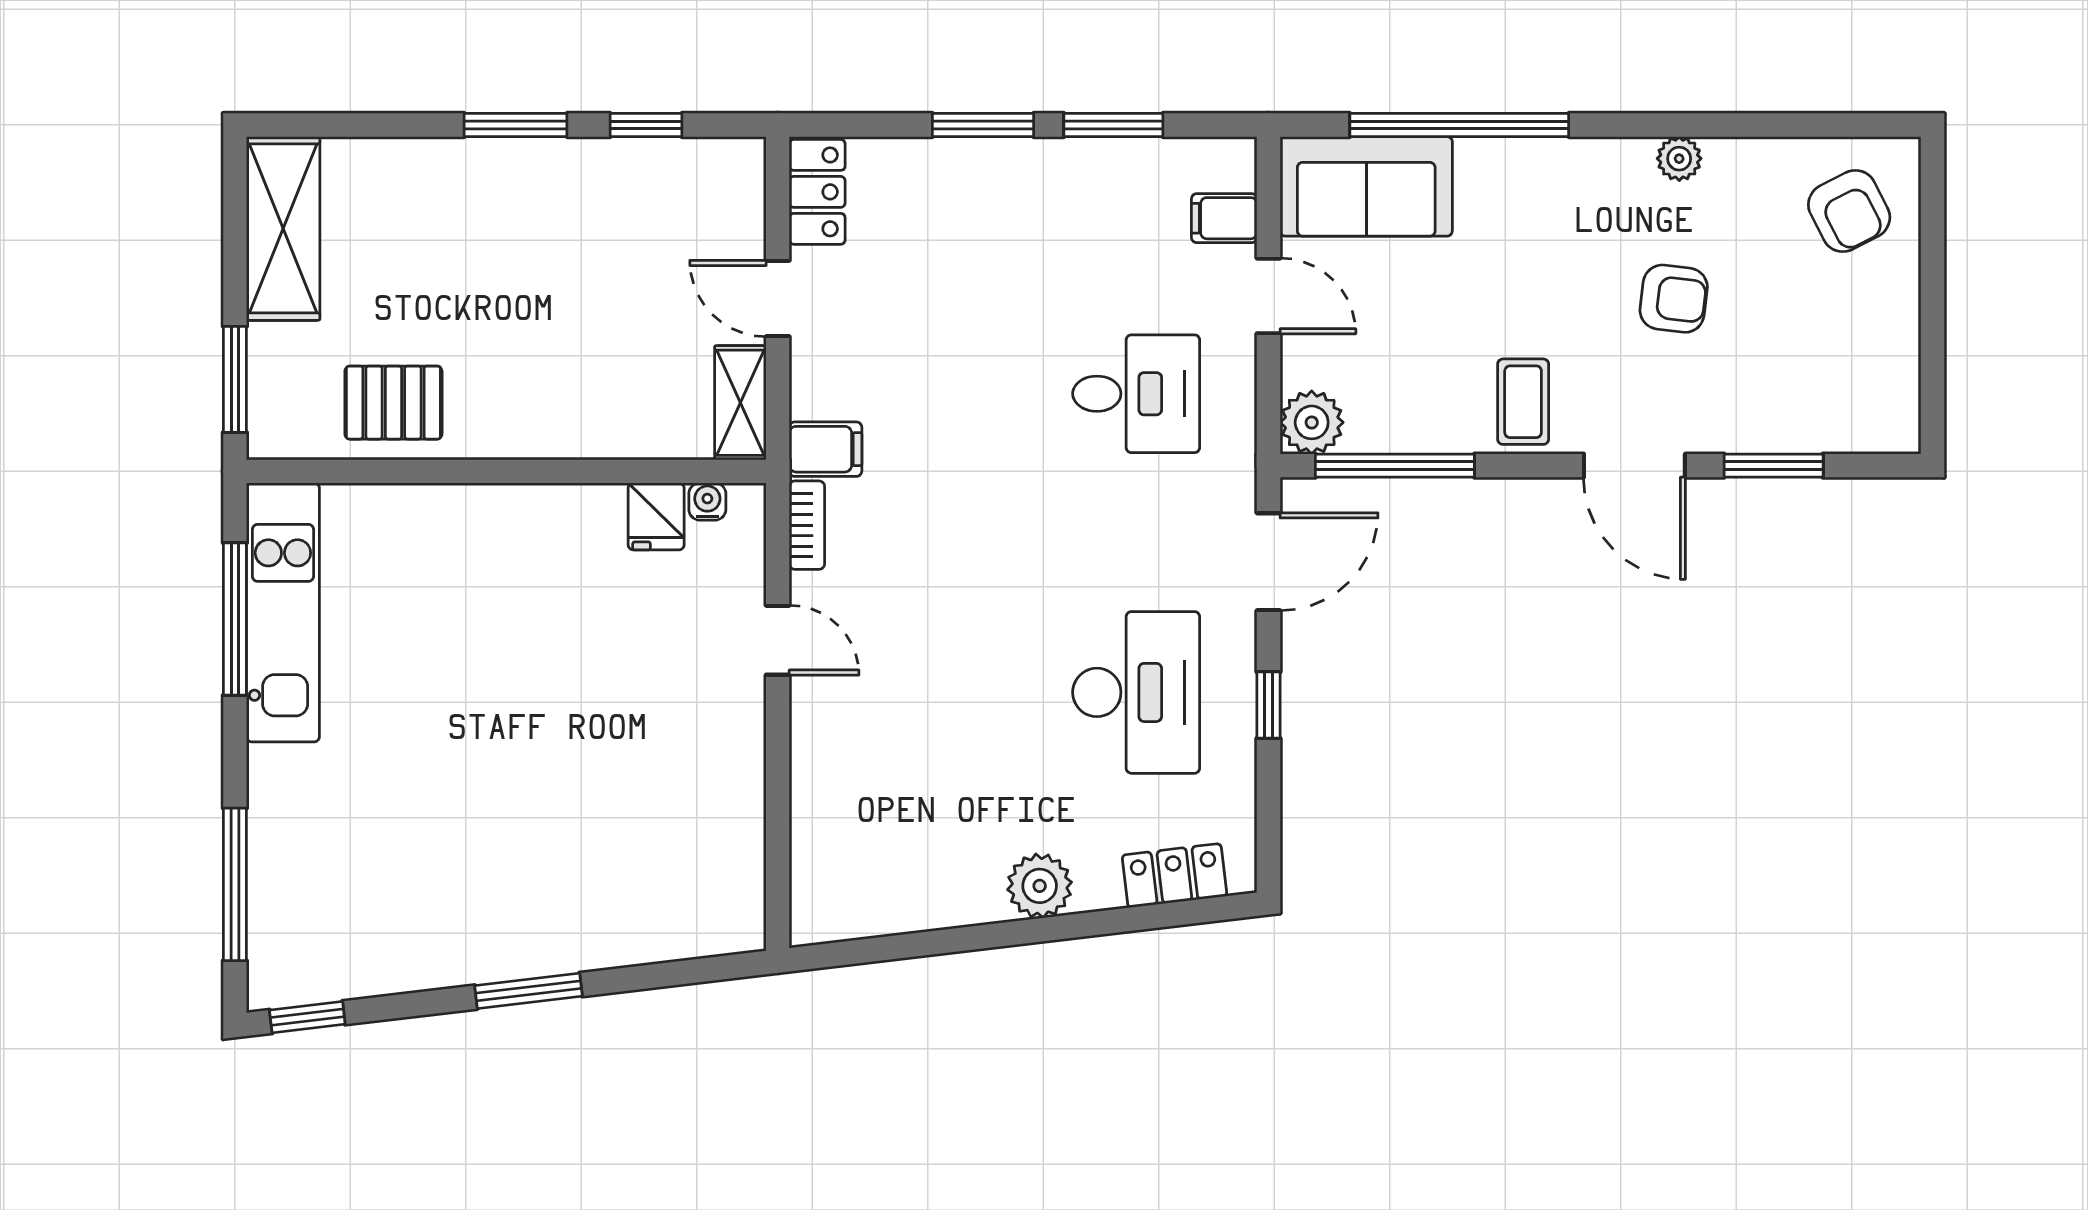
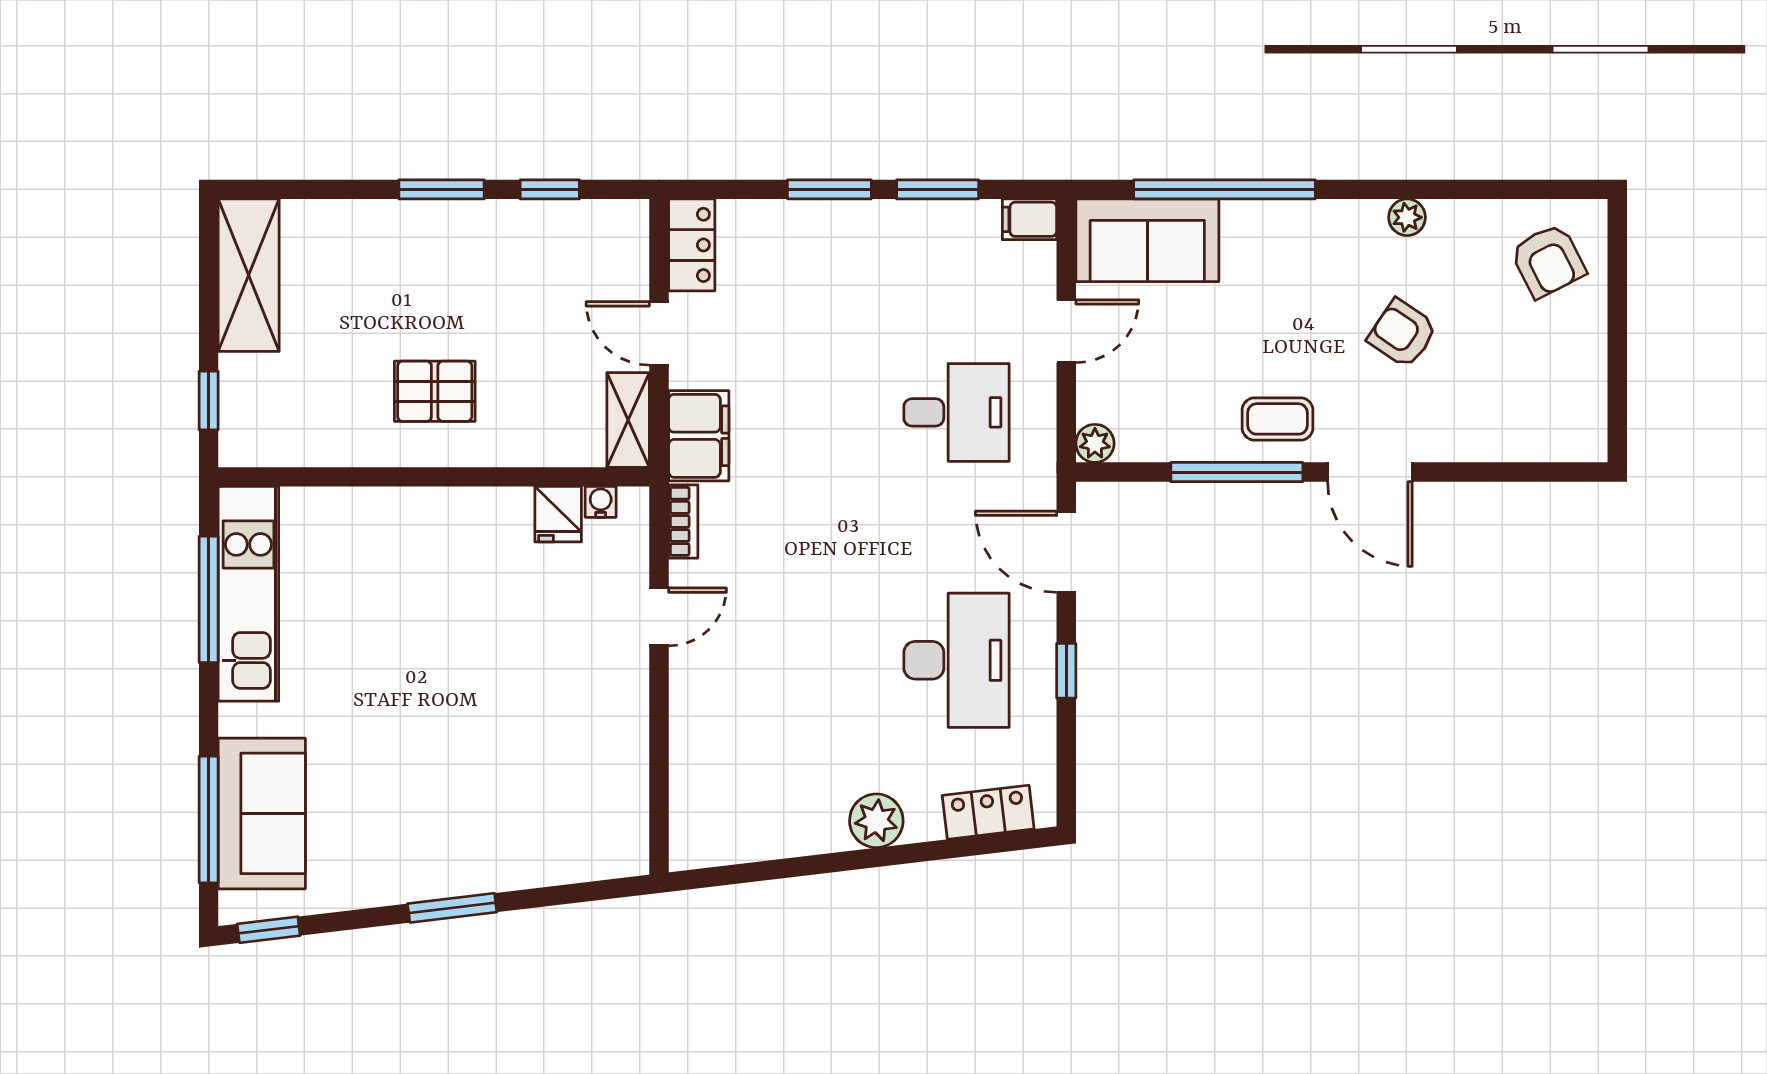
filing cabinet: (1224, 218) -> (1029, 219), moved
door: (1268, 296) -> (1066, 331), hinge flipped
armchair: (1674, 299) -> (1402, 333), turned -153
window: (235, 379) -> (209, 400), width x0.67
coffee table: (1523, 402) -> (1278, 419), turned 90
pallet: (393, 403) -> (435, 391), moved
plant: (1312, 422) -> (1095, 443), width x0.73, depth x0.73
filing cabinet: (825, 449) -> (699, 436), width x2.00
window: (1395, 466) -> (1237, 472), moved
window: (1774, 466) -> (1485, 472), removed
door: (1268, 562) -> (1066, 552), swing flipped
door: (778, 640) -> (659, 617), hinge flipped
sofa: (299, 877) -> (262, 813), added

